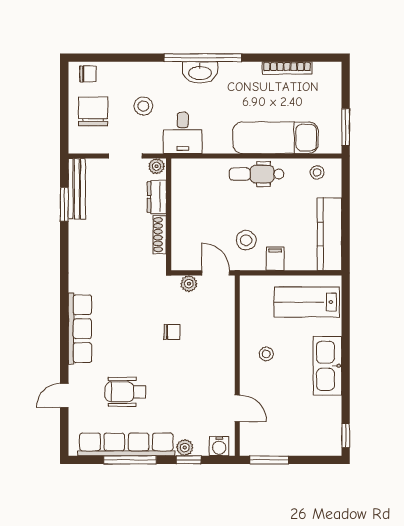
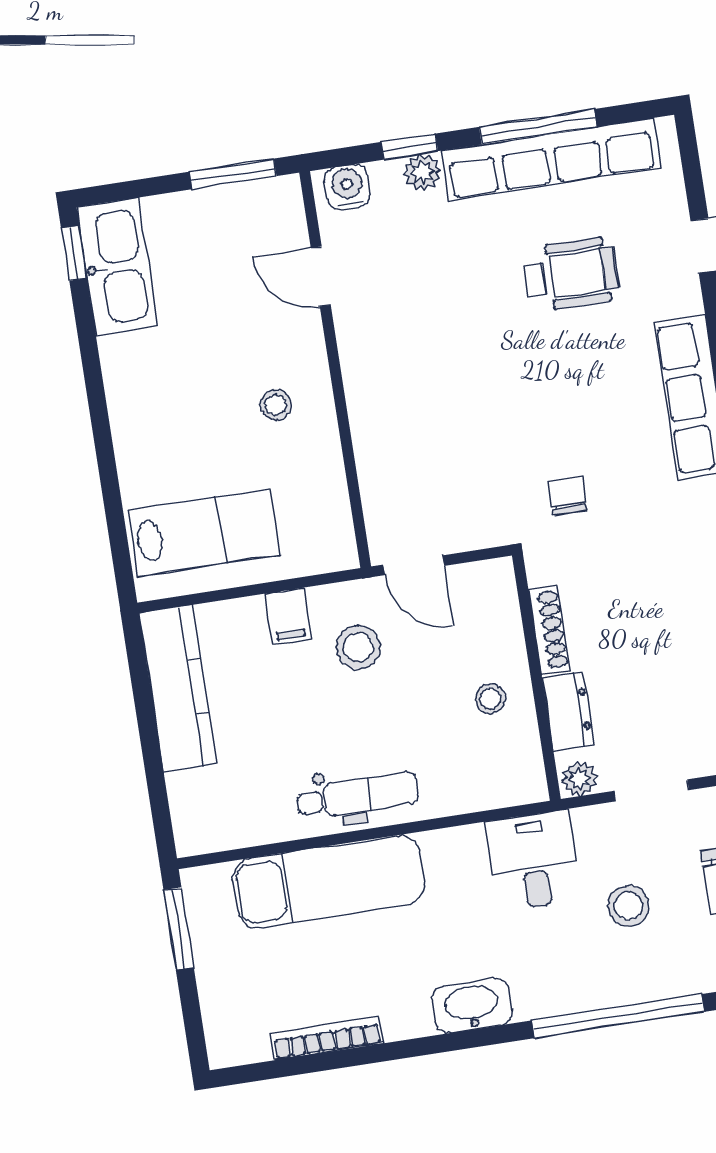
window: (203, 58) -> (618, 1016), moved
washbasin: (200, 72) -> (472, 1006), moved
stool: (317, 172) -> (490, 699), moved
plant: (189, 284) -> (469, 533), removed
chair: (172, 332) -> (567, 495), moved, turned 90
kitchen sink: (327, 366) -> (117, 267), moved

